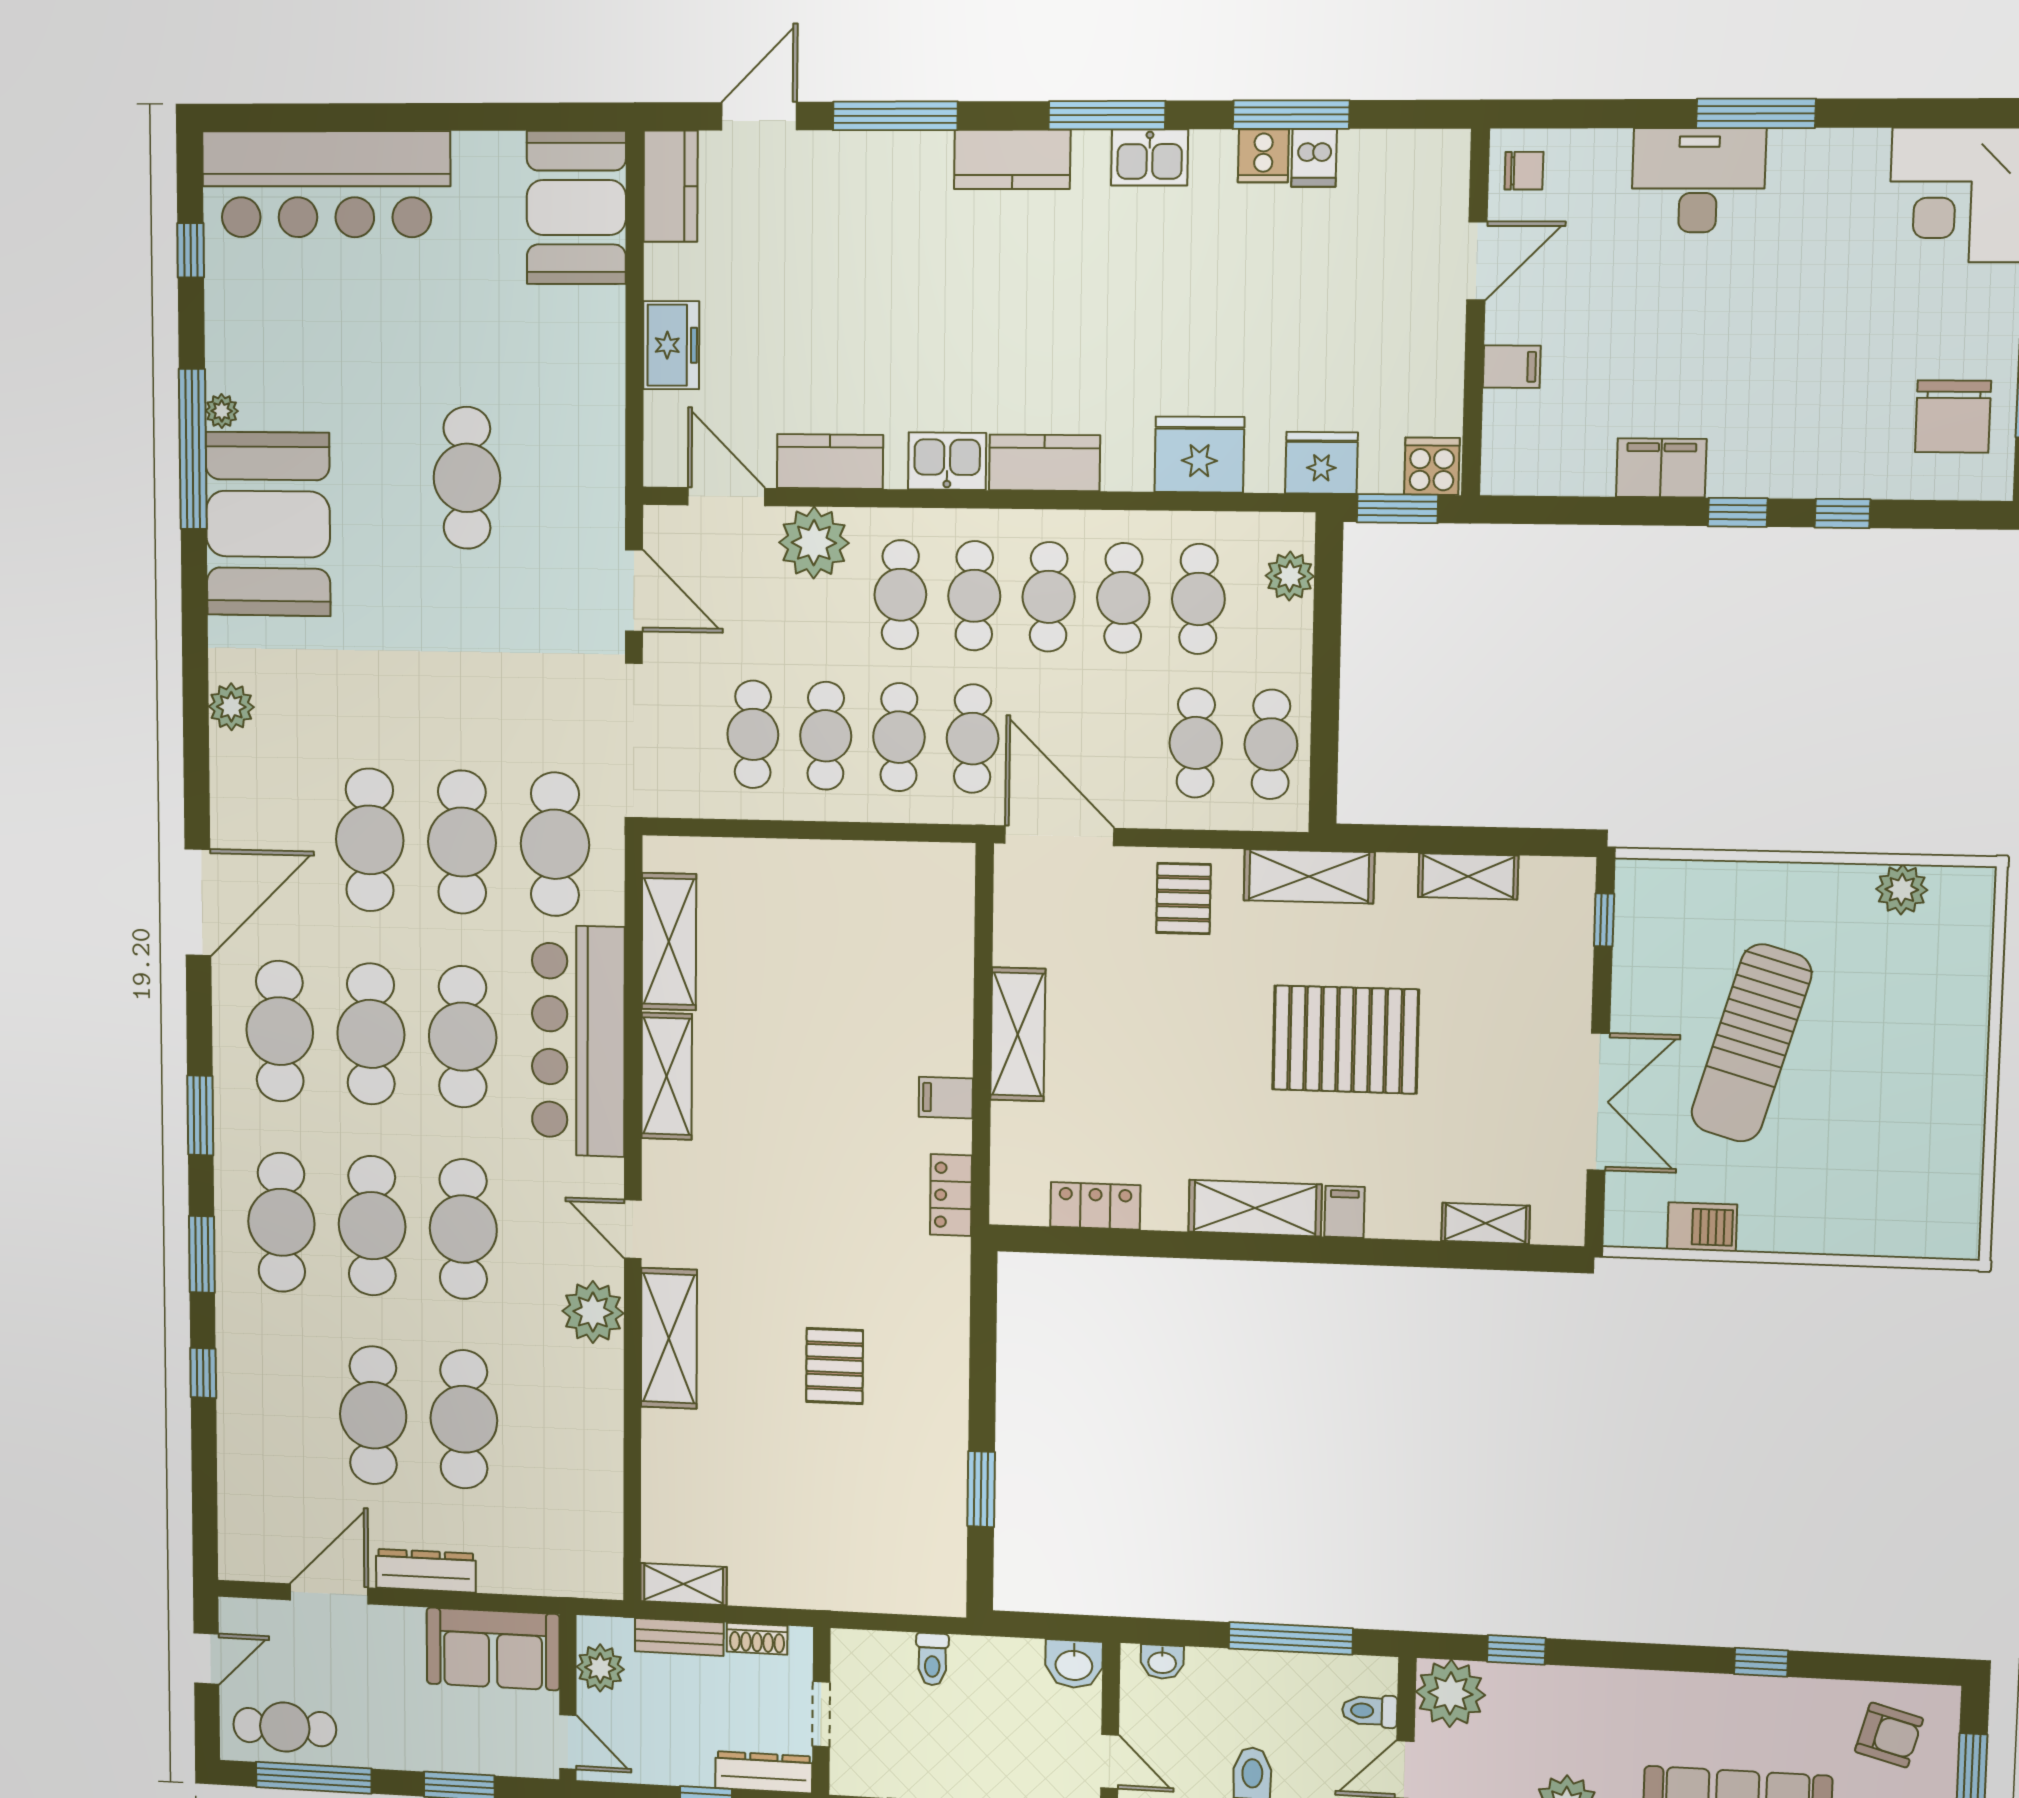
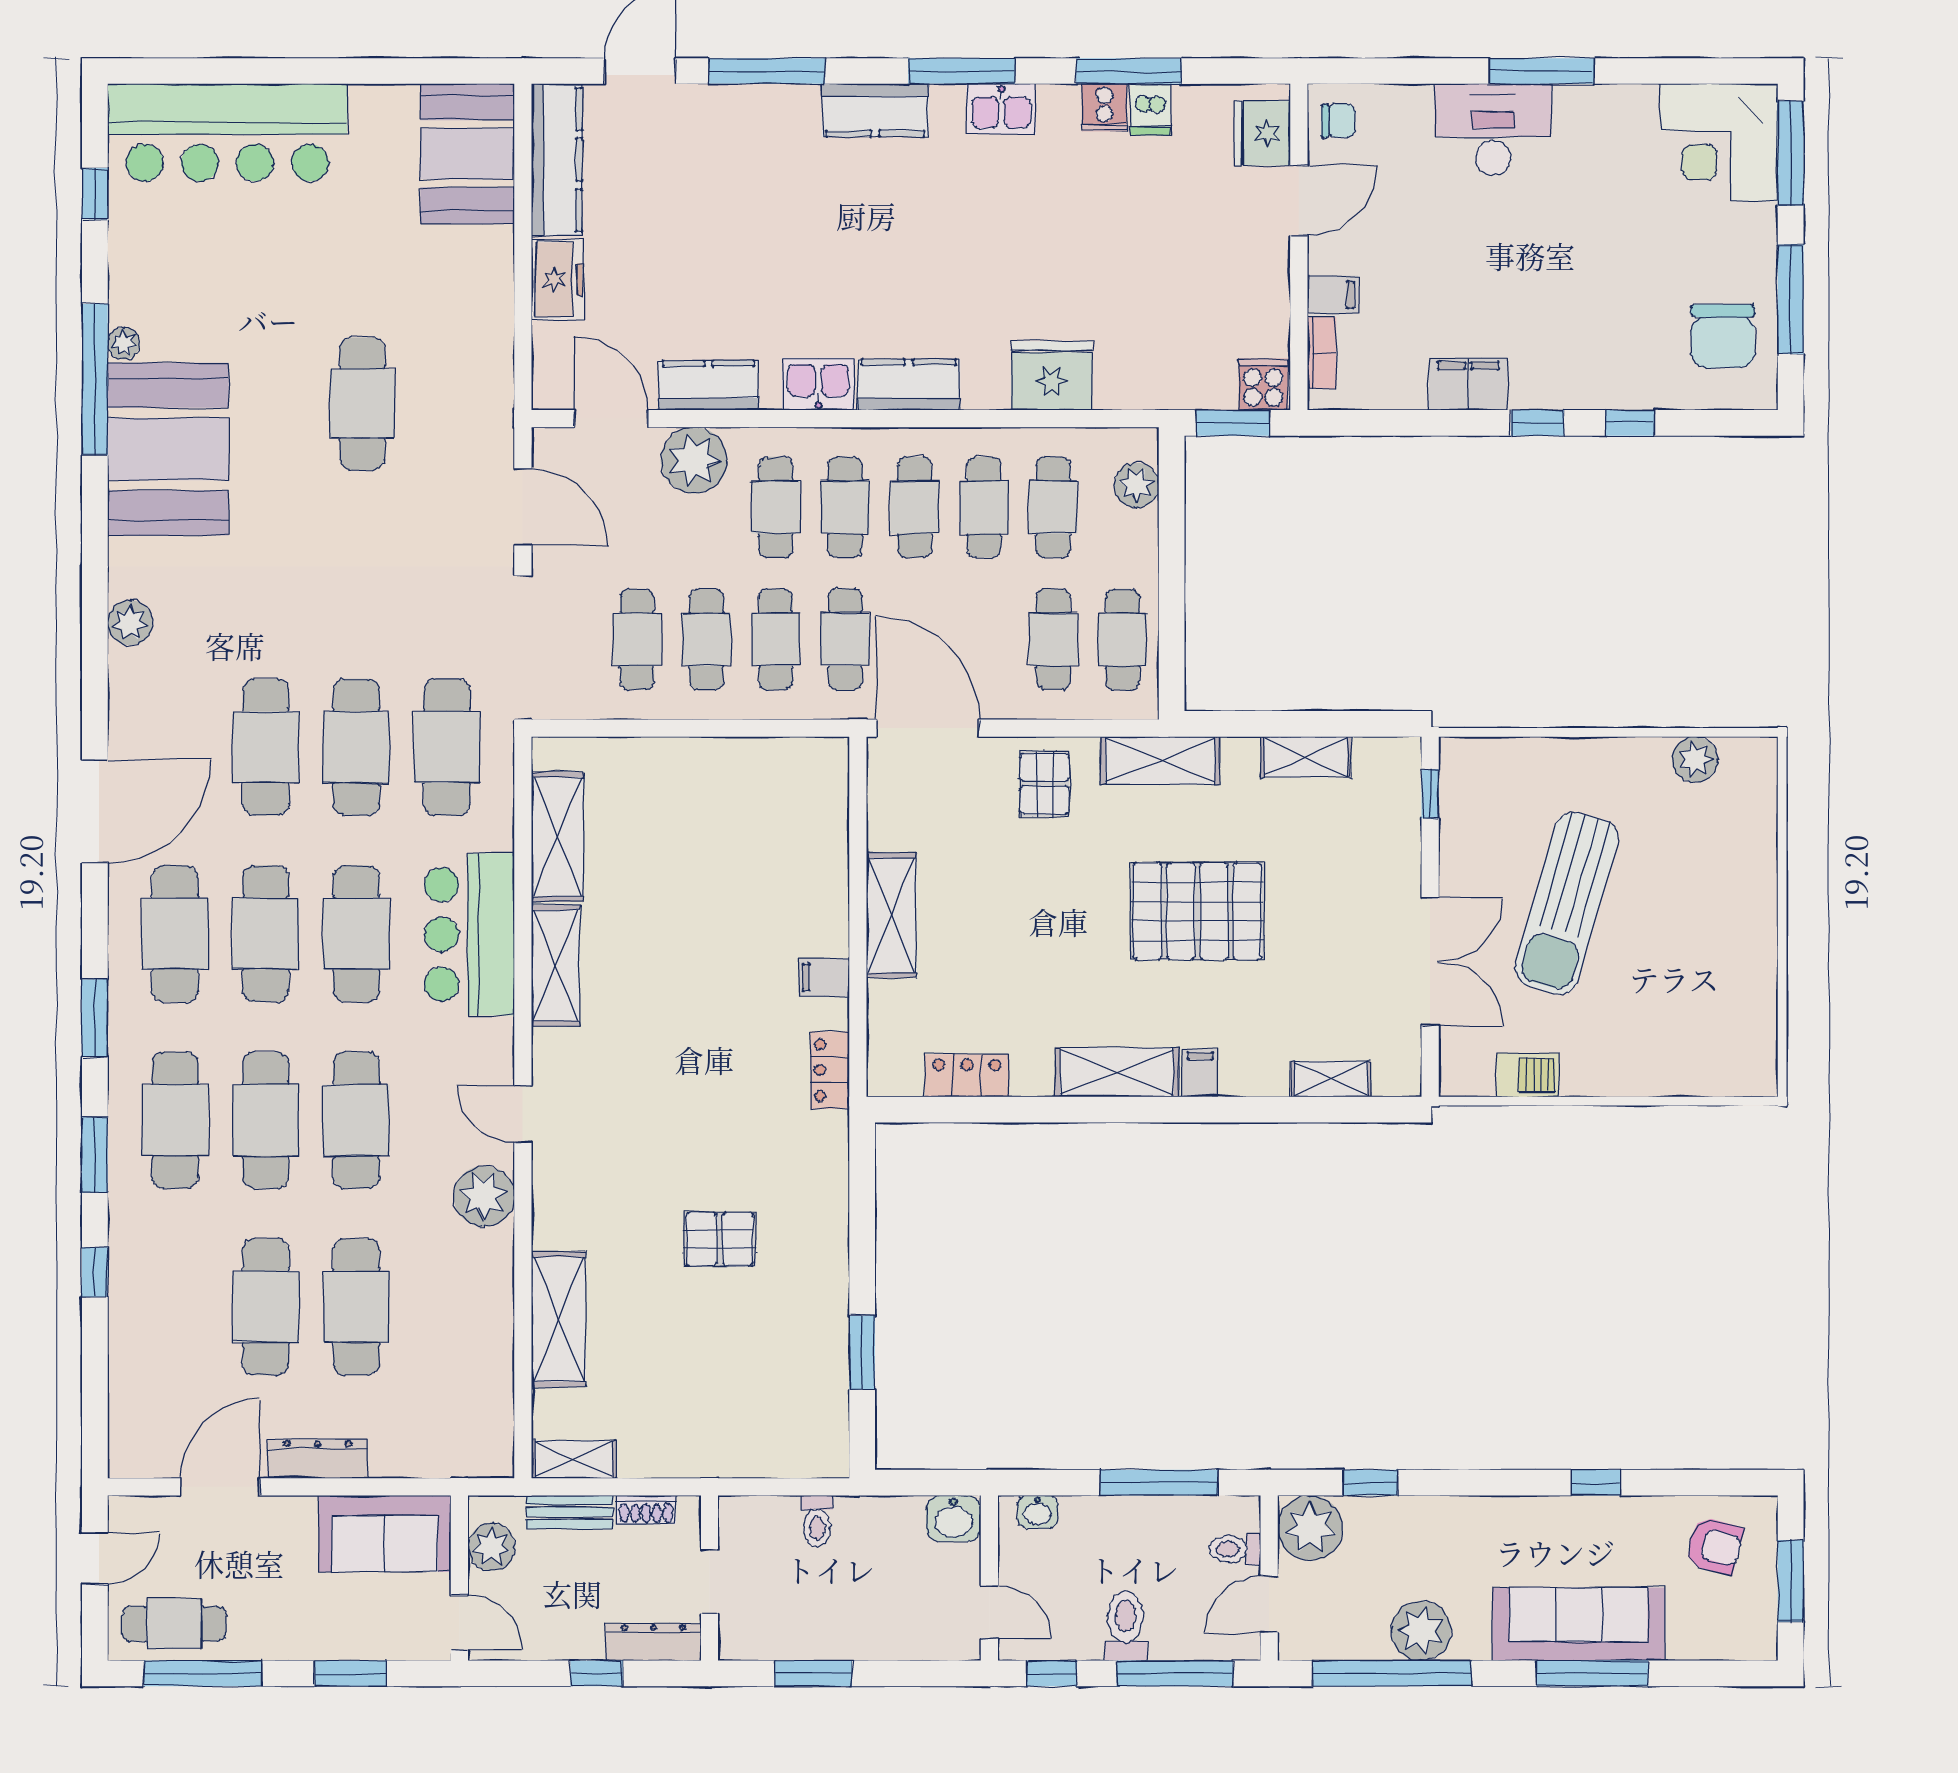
kitchen counter: (671, 186) -> (557, 160), width x1.50
bookcase: (1498, 432) -> (1322, 353), added
fridge: (1321, 463) -> (1262, 133), moved, turned -90
bar counter: (578, 1041) -> (470, 934), width x0.73
shelving: (669, 1338) -> (559, 1319), moved
pallet: (835, 1366) -> (720, 1239), turned 90

